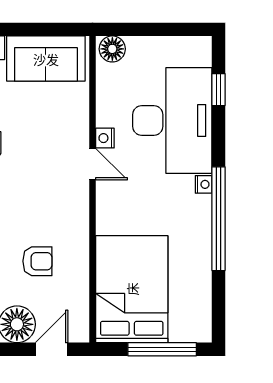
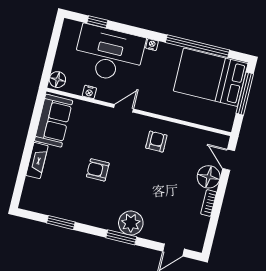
nightstand: (105, 138) -> (89, 92), moved
window: (219, 219) -> (197, 46), moved
armchair: (37, 261) -> (156, 142), moved
bed: (132, 289) -> (211, 77), moved

